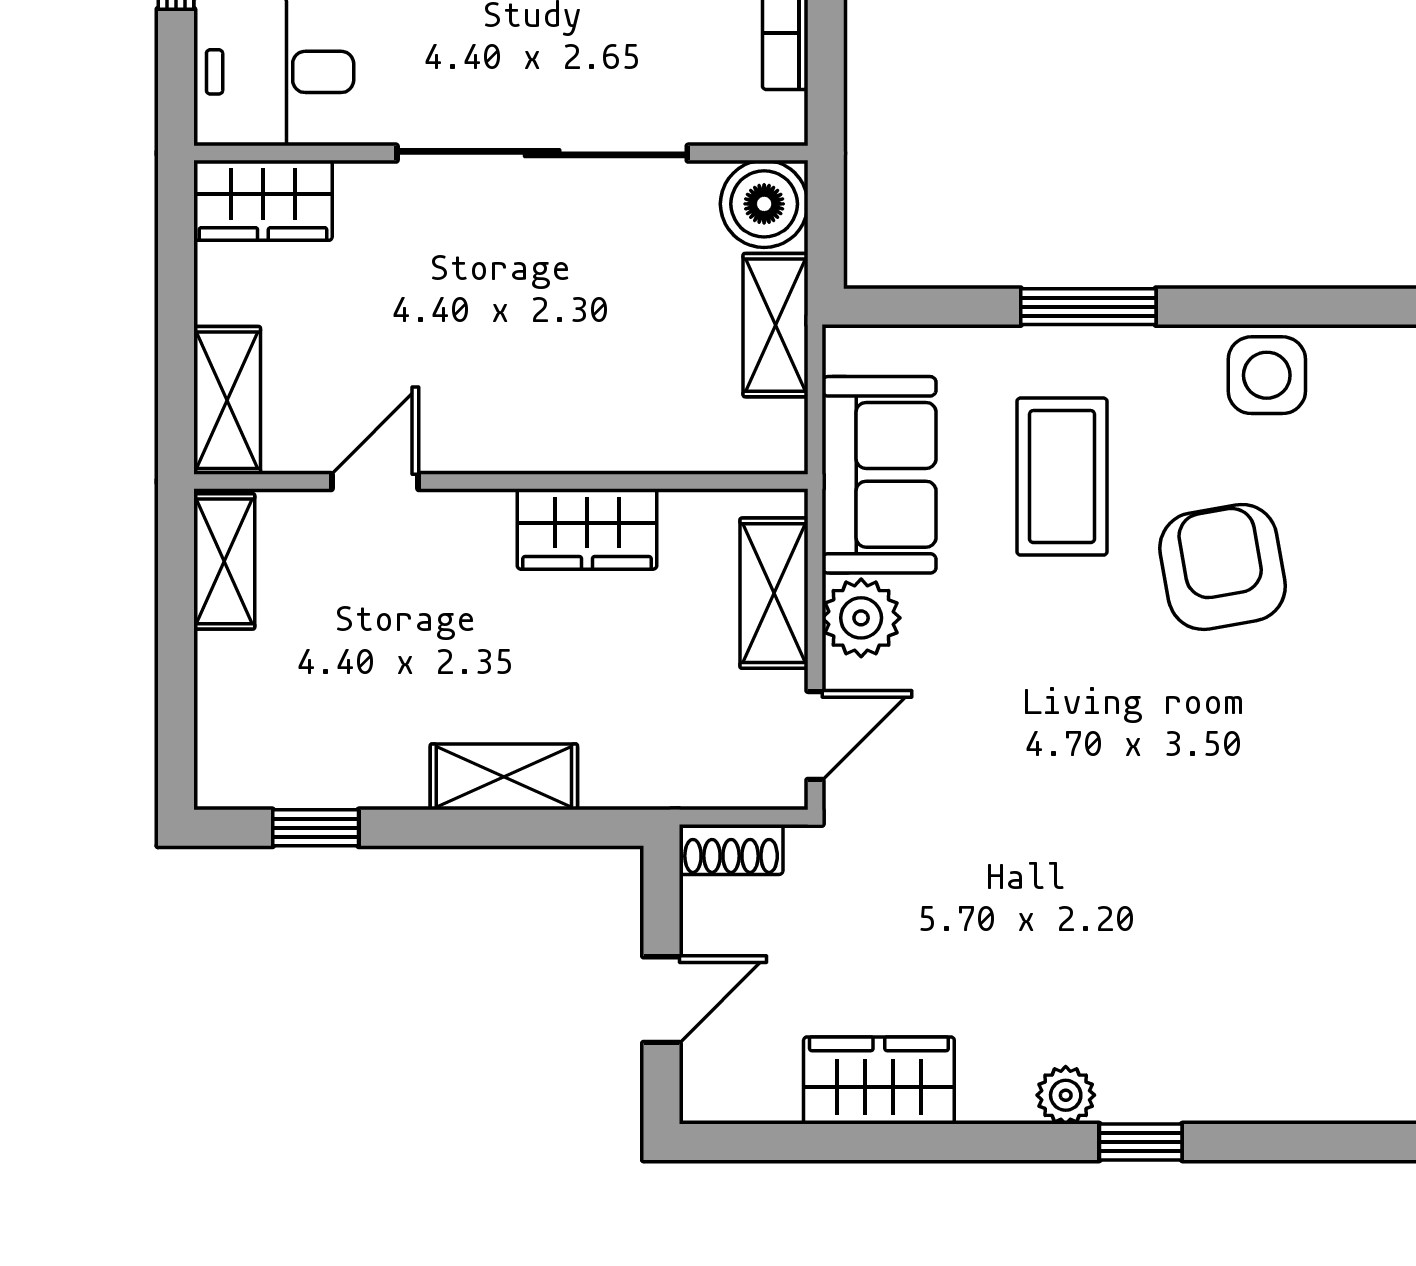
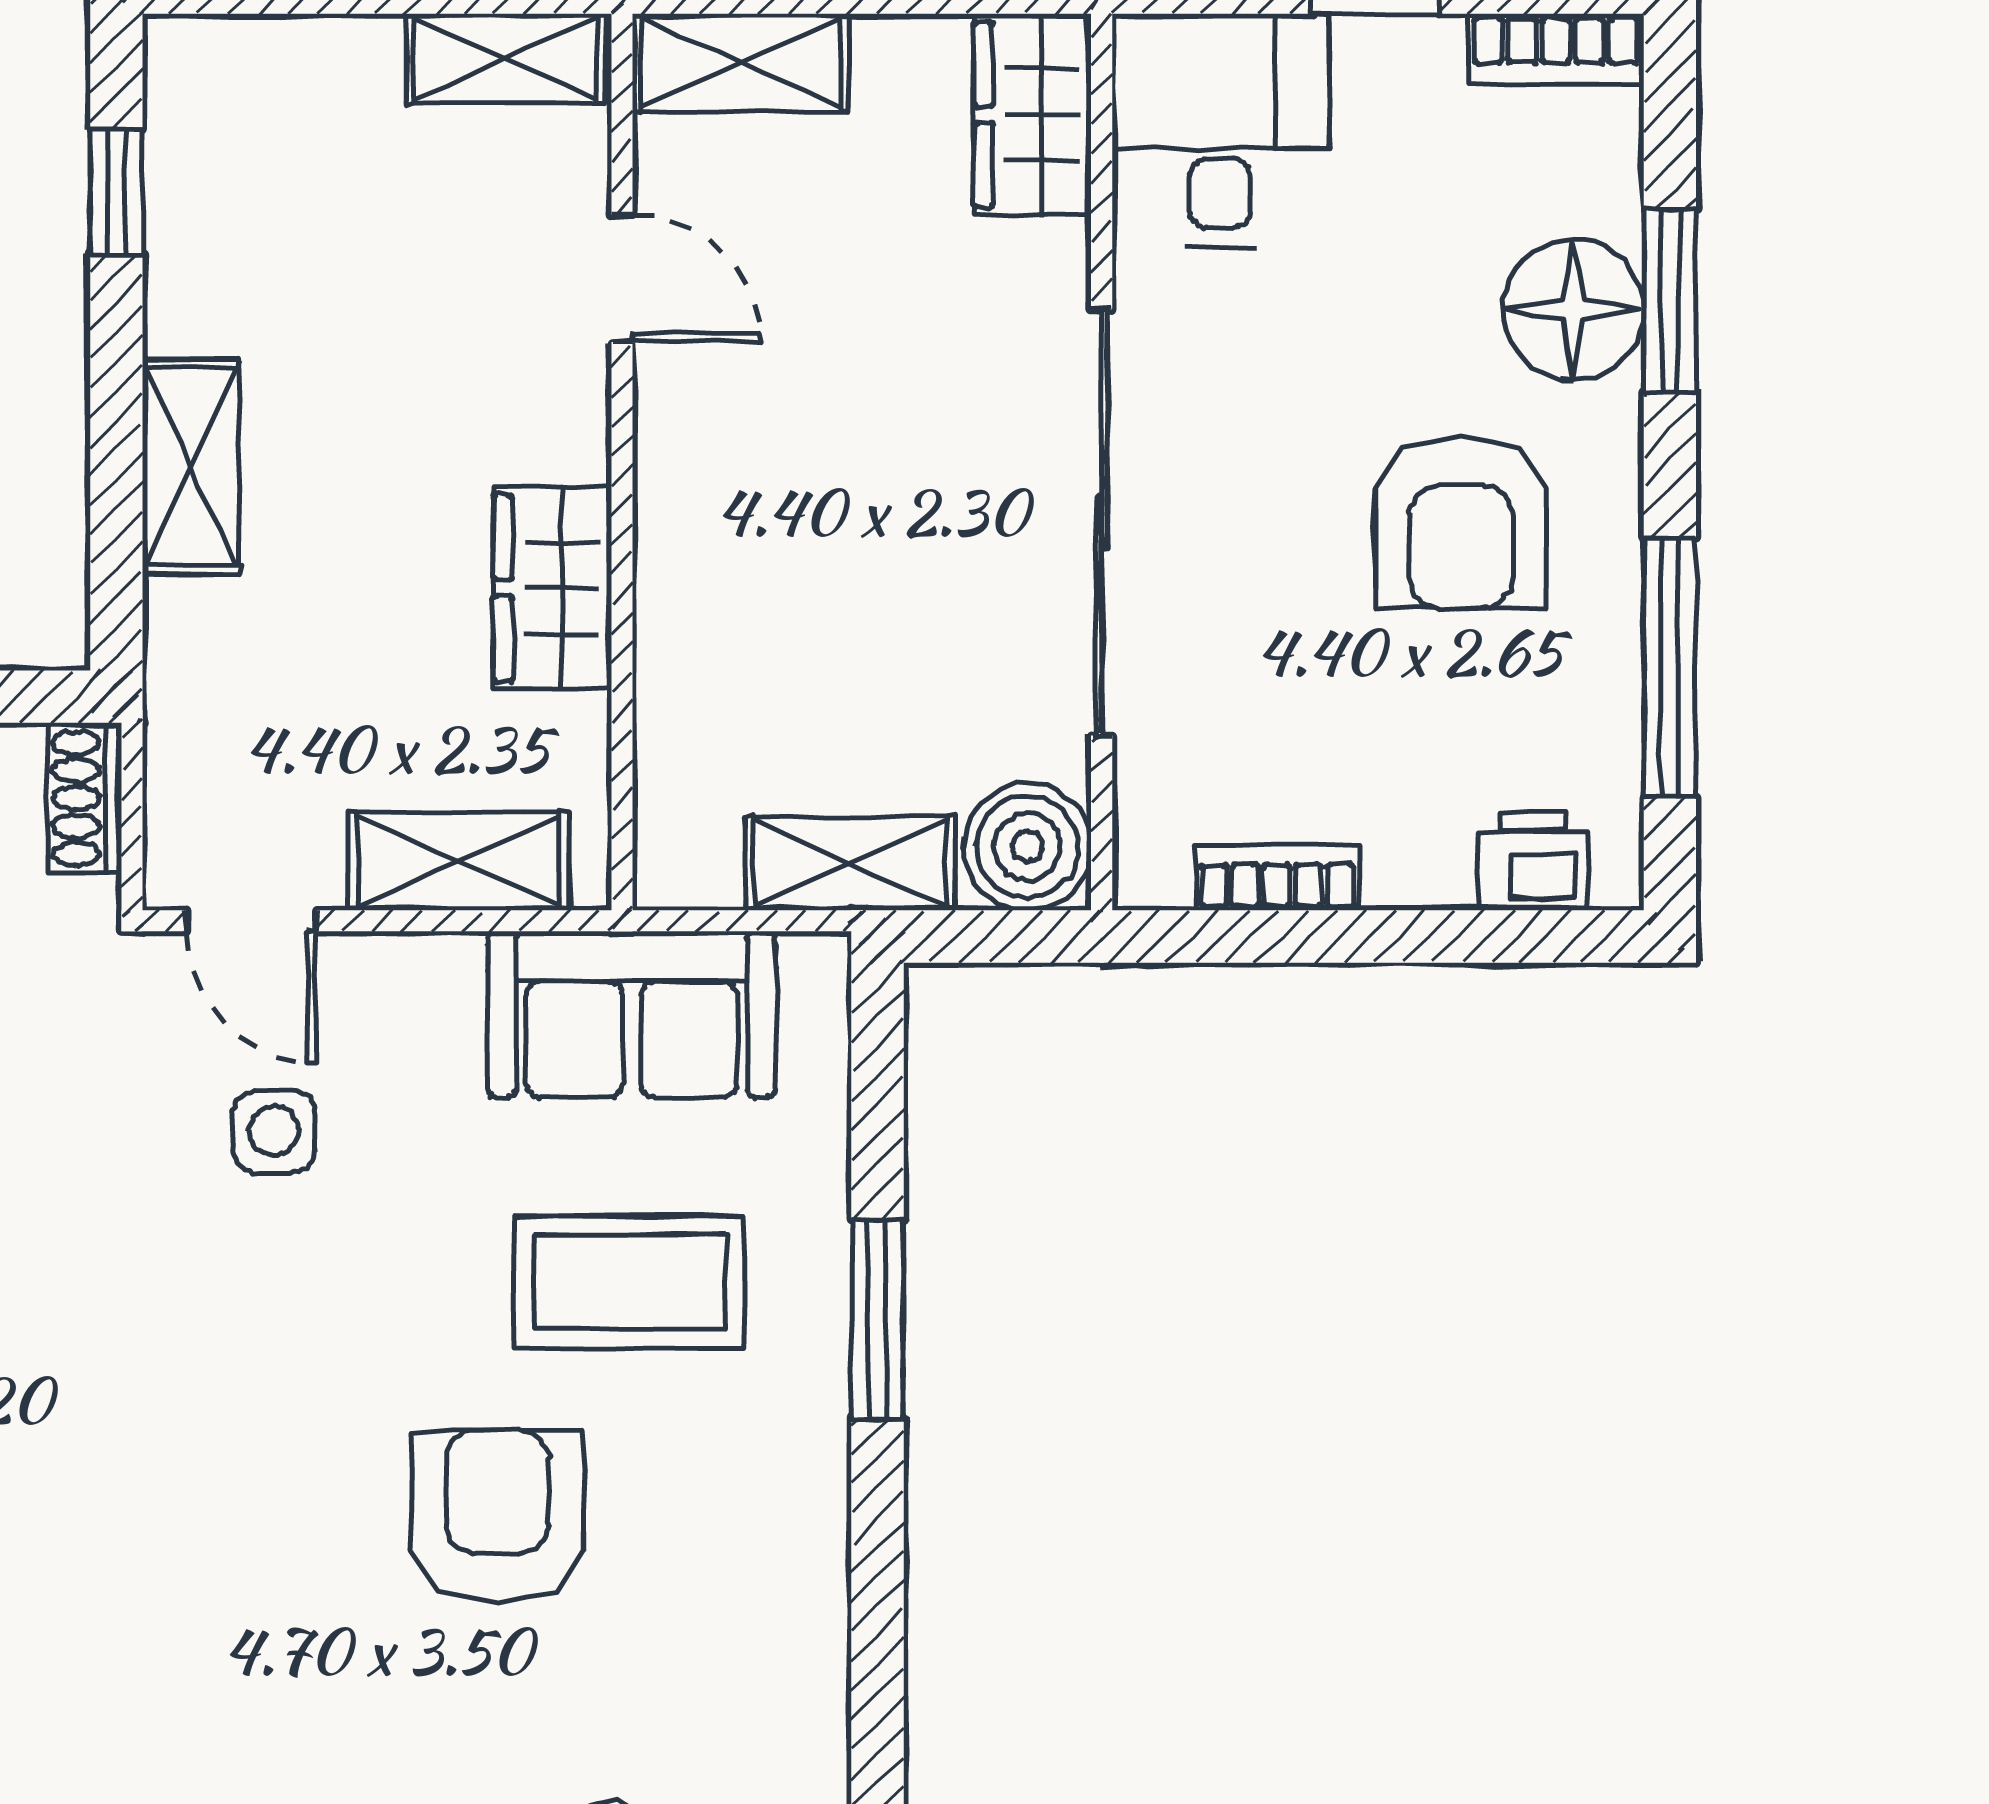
side table: (1267, 375) -> (274, 1131), moved, width x0.73, depth x0.73
armchair: (1223, 567) -> (497, 1516), turned -80
plant: (861, 618) -> (423, 988), removed

